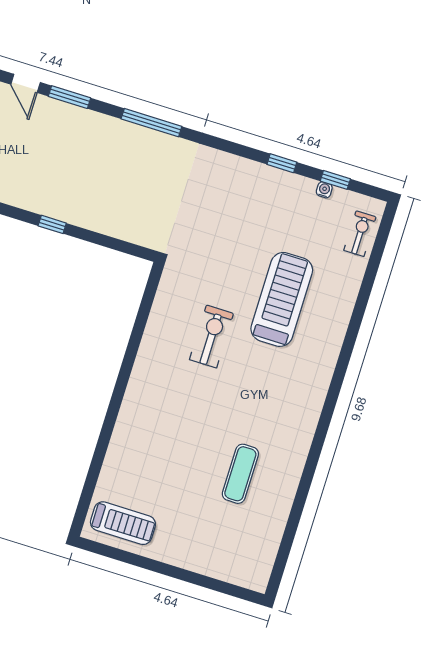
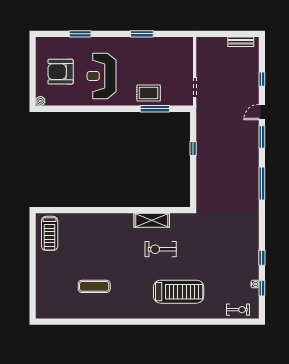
treadmill: (282, 299) -> (179, 292), moved
shelving: (156, 336) -> (152, 220), added
exercise bike: (211, 336) -> (161, 249), turned 180

